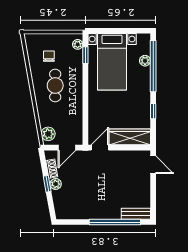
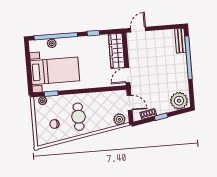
cafe table: (55, 86) -> (78, 117), turned 90
door: (100, 148) -> (127, 75), hinge flipped
plant: (56, 184) -> (179, 101), moved, width x1.87, depth x1.87

